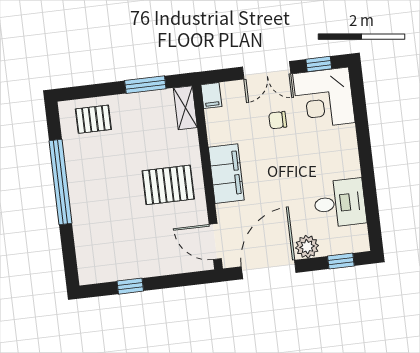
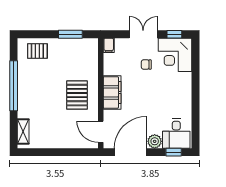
double door: (267, 70) -> (143, 34), swing flipped
shelving: (185, 108) -> (23, 132), moved
pallet: (168, 185) -> (77, 95), turned 90
desk: (340, 203) -> (176, 134), moved, turned 90
window: (130, 286) -> (47, 152), removed

